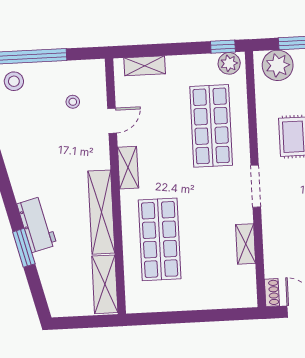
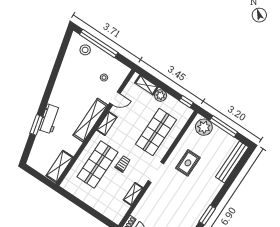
plant: (229, 63) -> (161, 95), moved
trolley: (197, 210) -> (123, 164), added
shelving: (101, 212) -> (90, 120), moved

